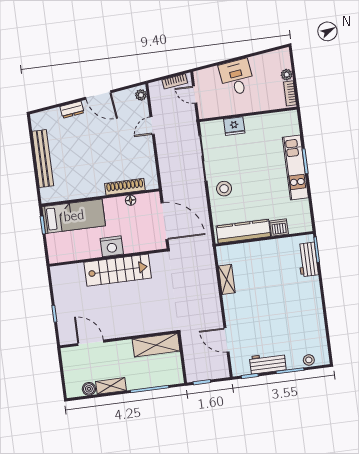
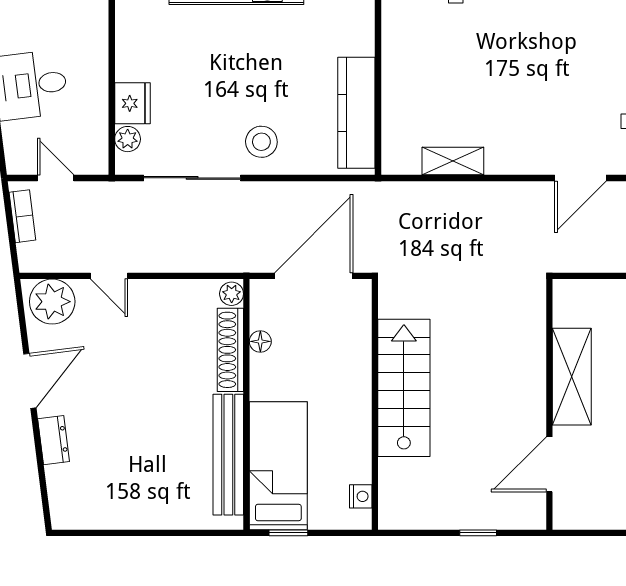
plant: (141, 95) -> (52, 302), width x1.88, depth x1.88
door: (195, 95) -> (56, 178), swing flipped
plant: (217, 126) -> (128, 139), added
bench: (43, 159) -> (228, 455), moved, turned 90
plant: (151, 184) -> (232, 294), added
dishwasher: (279, 228) -> (358, 37), removed
nightstand: (112, 246) -> (361, 496), moved, width x0.53, depth x0.56
shelving: (156, 345) -> (572, 377), moved

